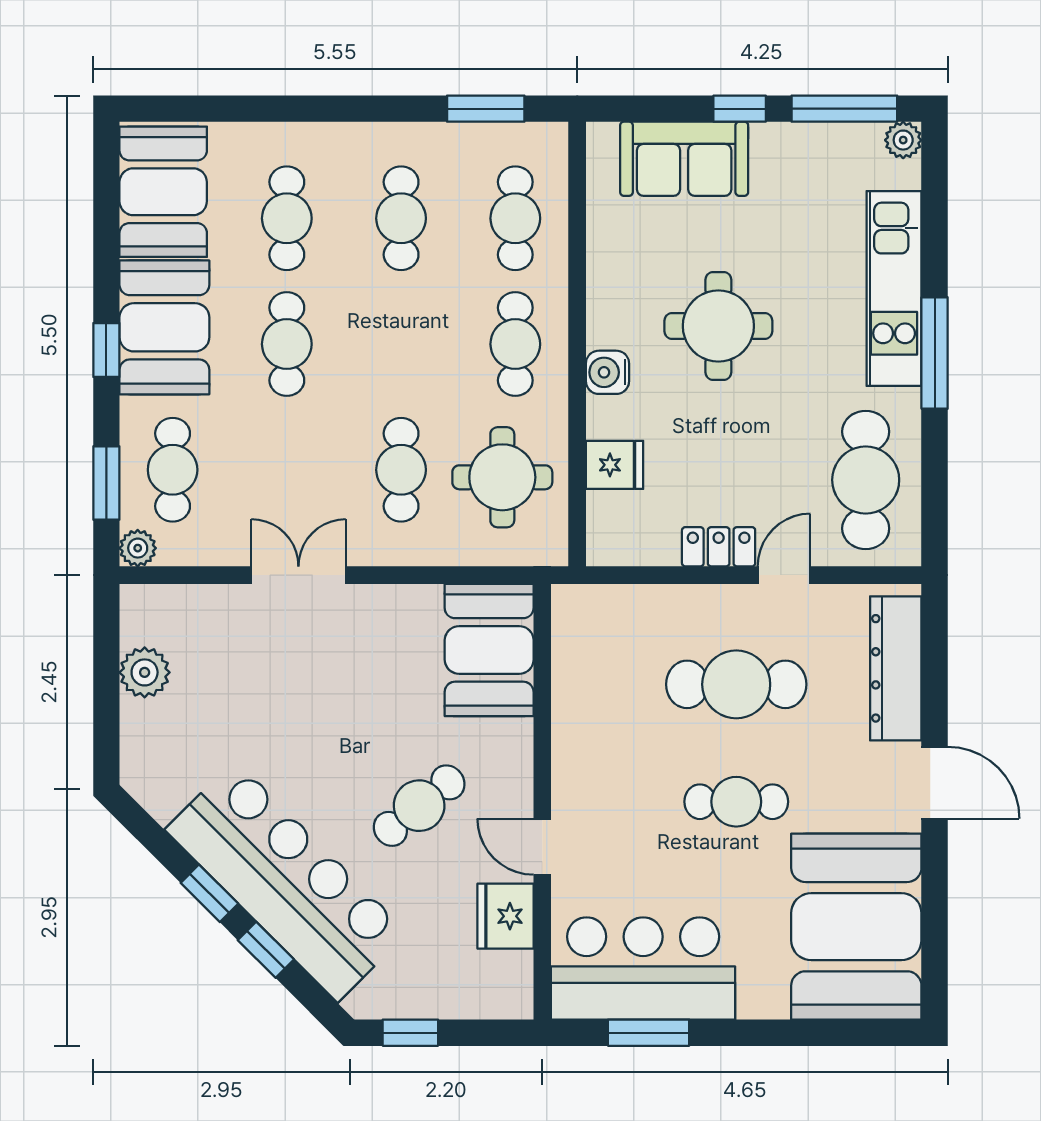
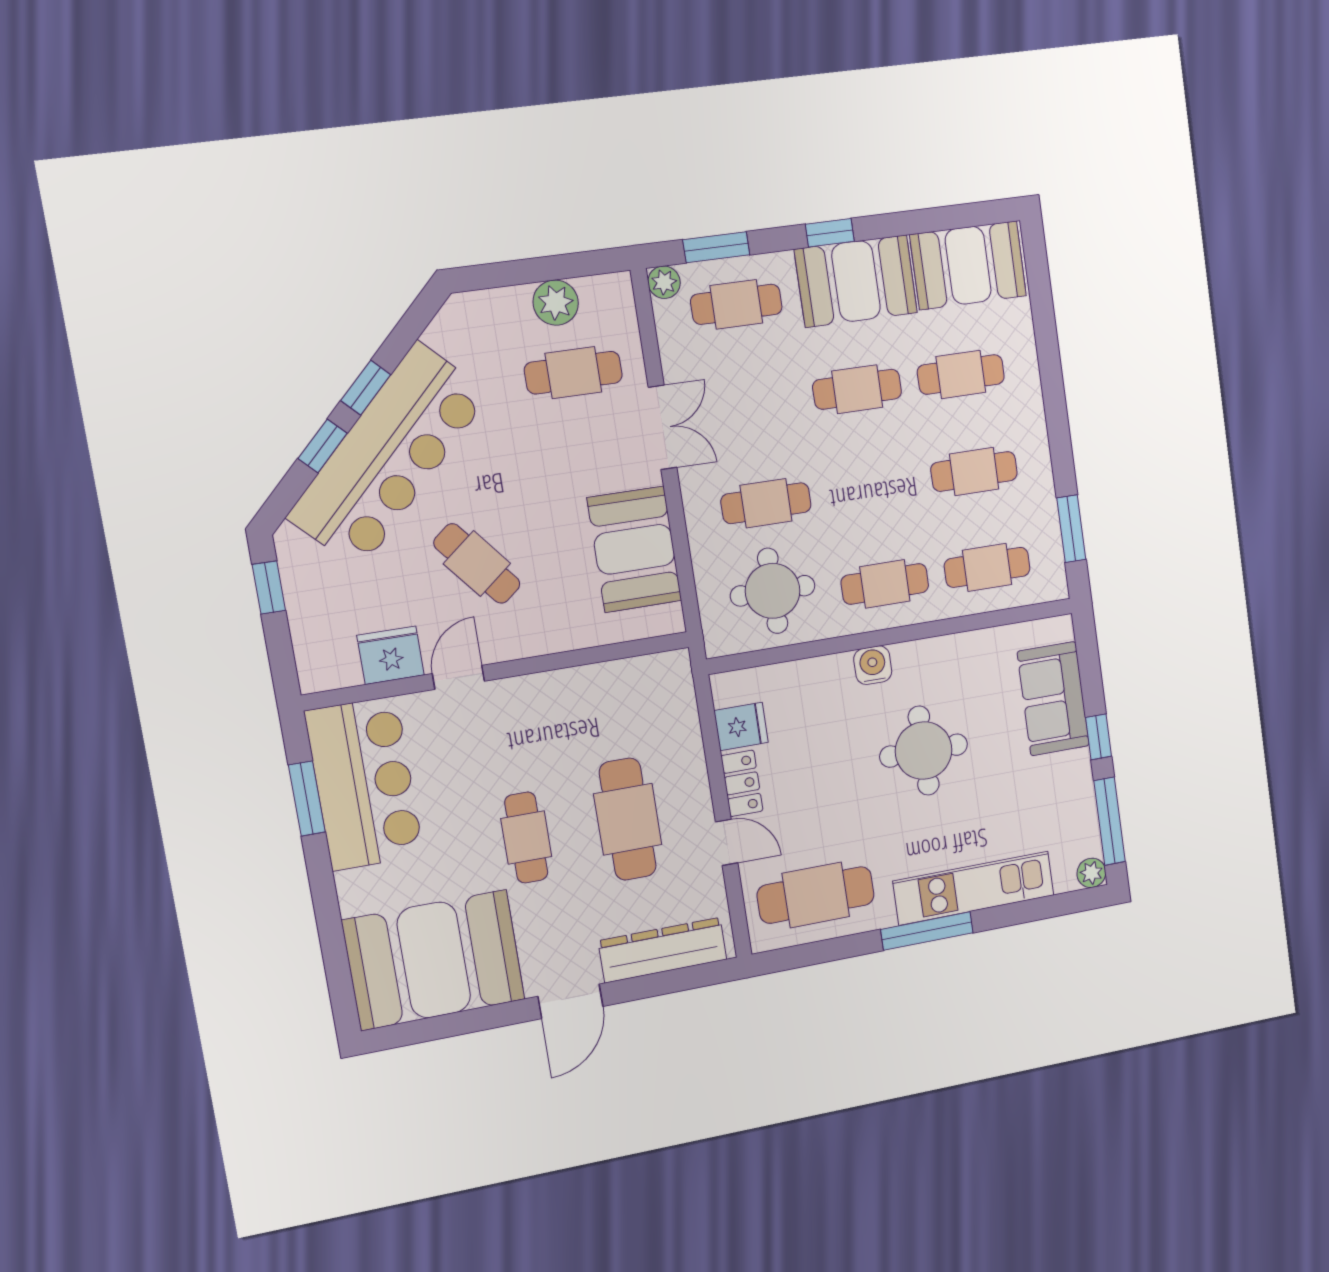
fridge: (615, 465) -> (741, 726), moved, turned -90
booth: (489, 650) -> (634, 549), moved, turned 90
cafe table: (224, 665) -> (573, 373), added

